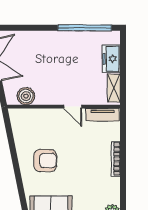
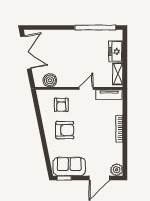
door: (73, 107) -> (86, 88), swing flipped
armchair: (41, 128) -> (61, 105), added

